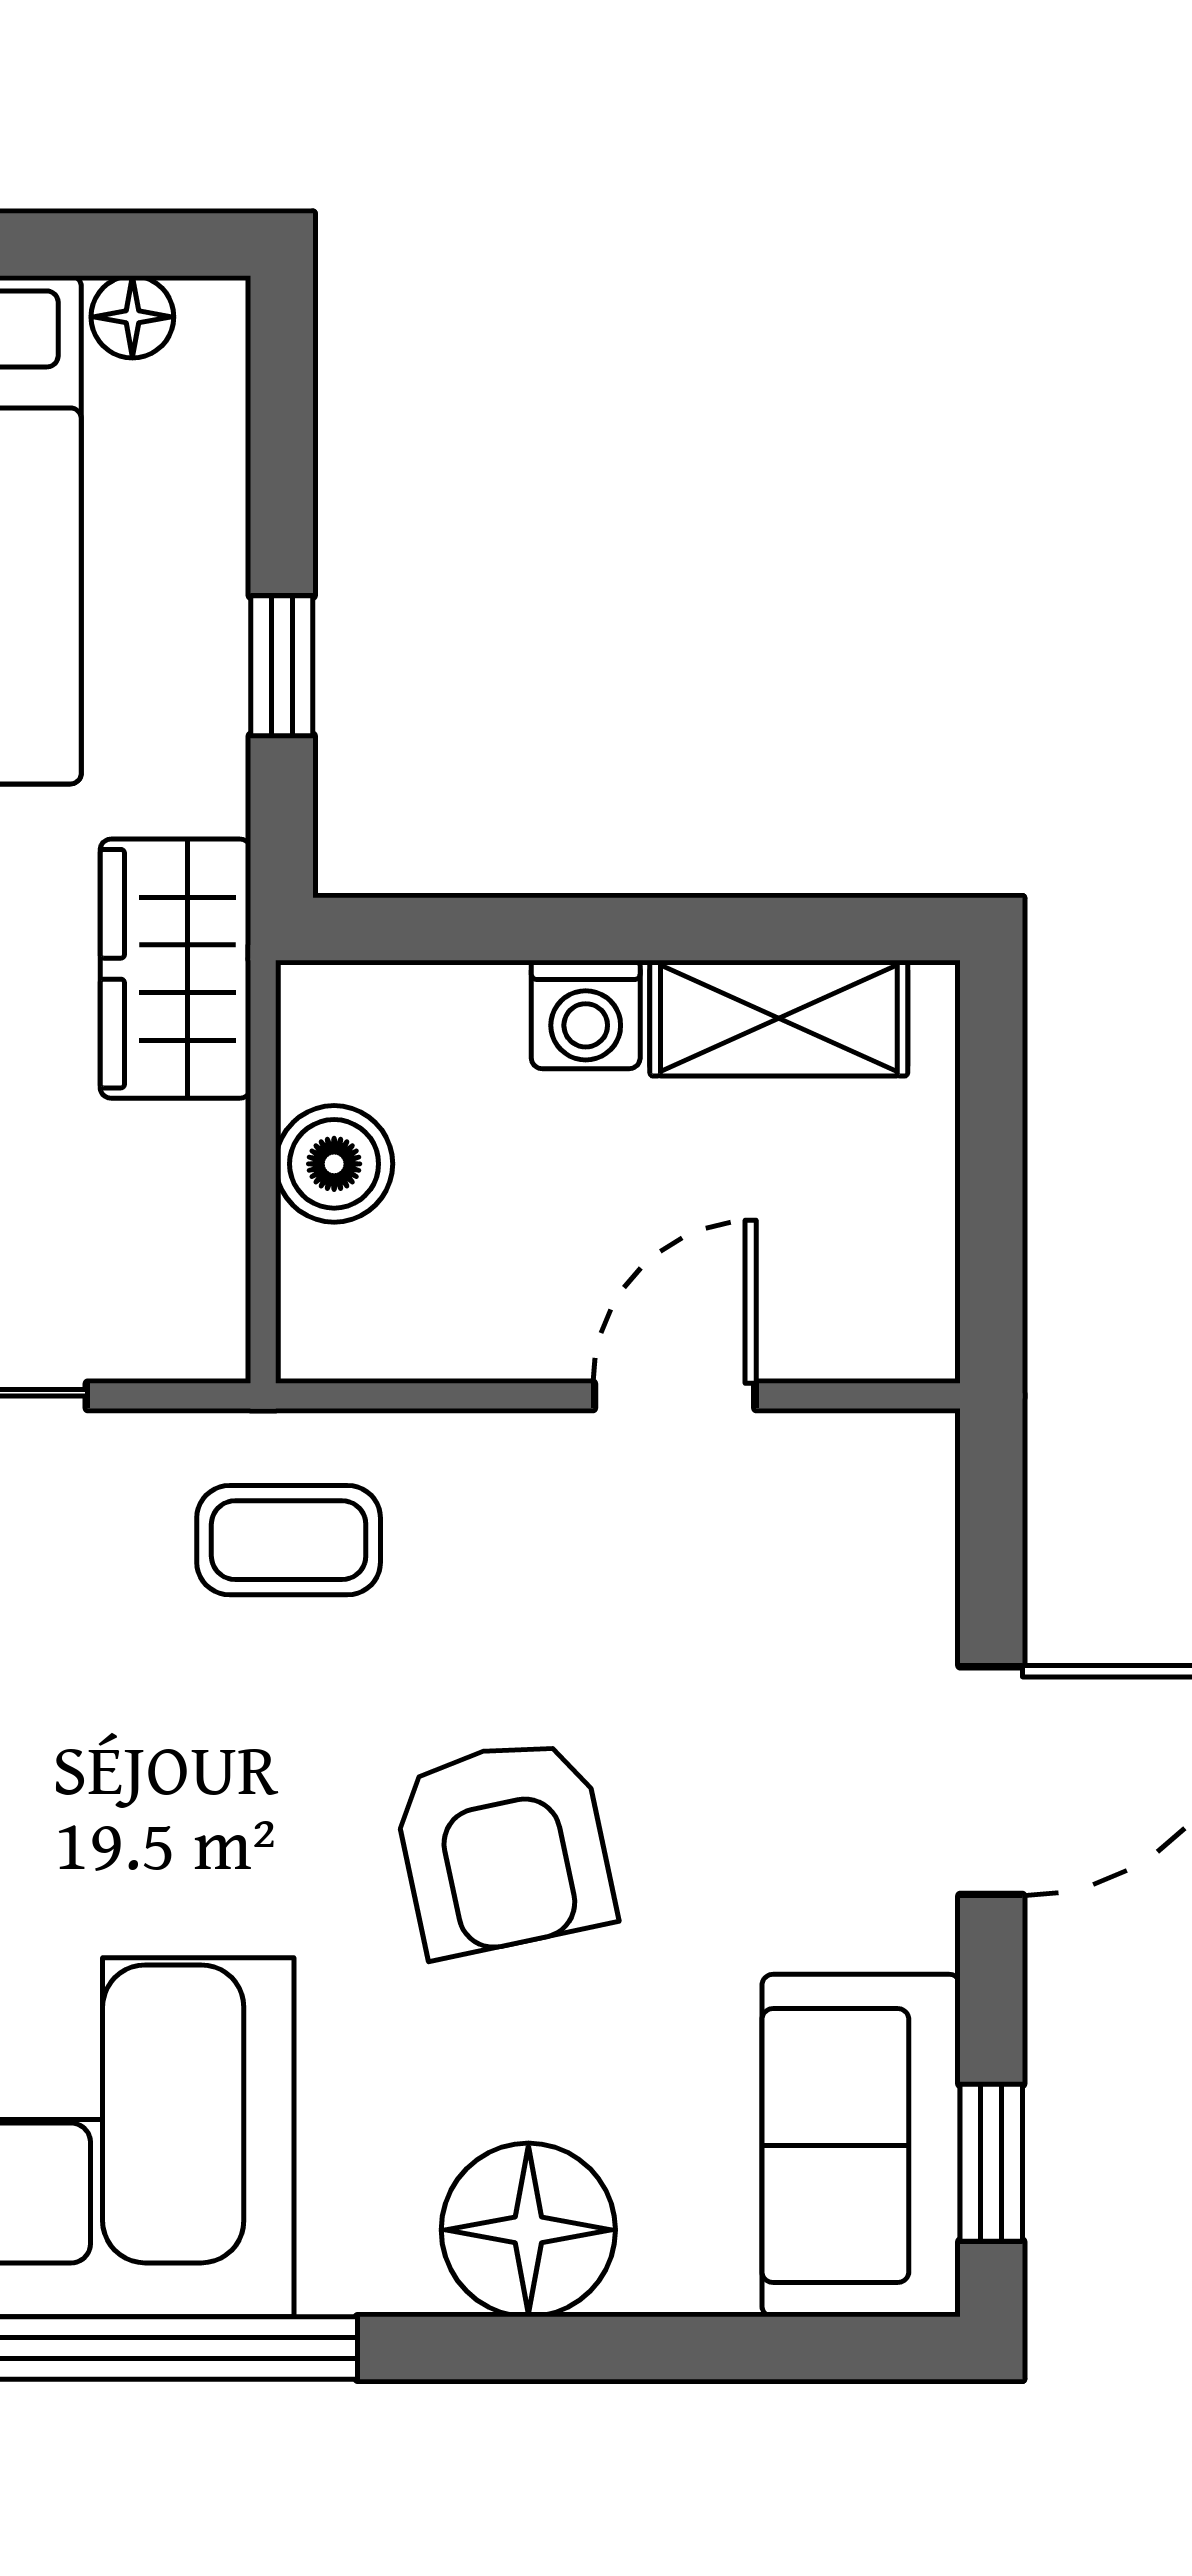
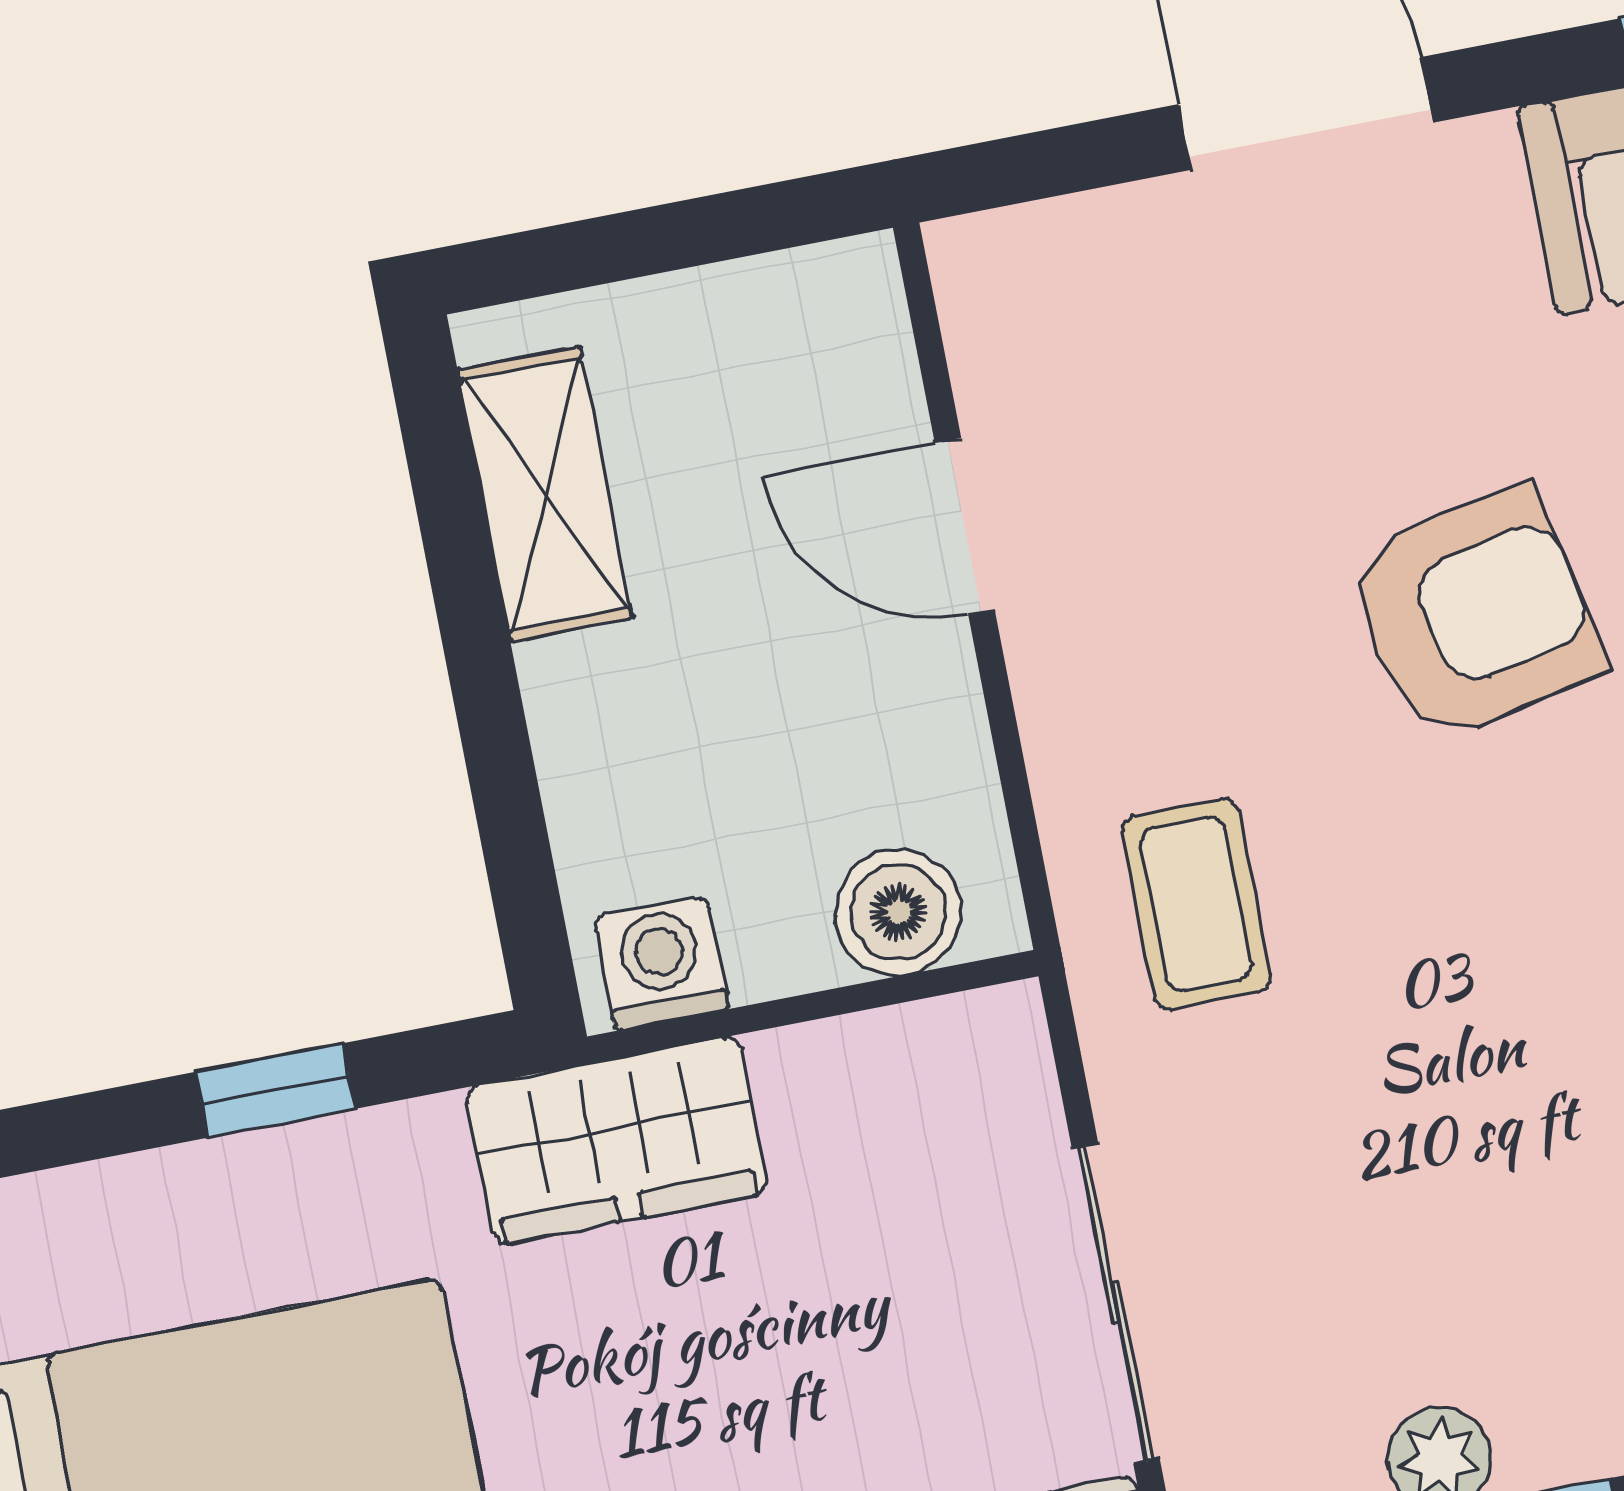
washing machine: (586, 1014) -> (661, 963), moved, turned -90
boiler: (334, 1164) -> (898, 912), moved

